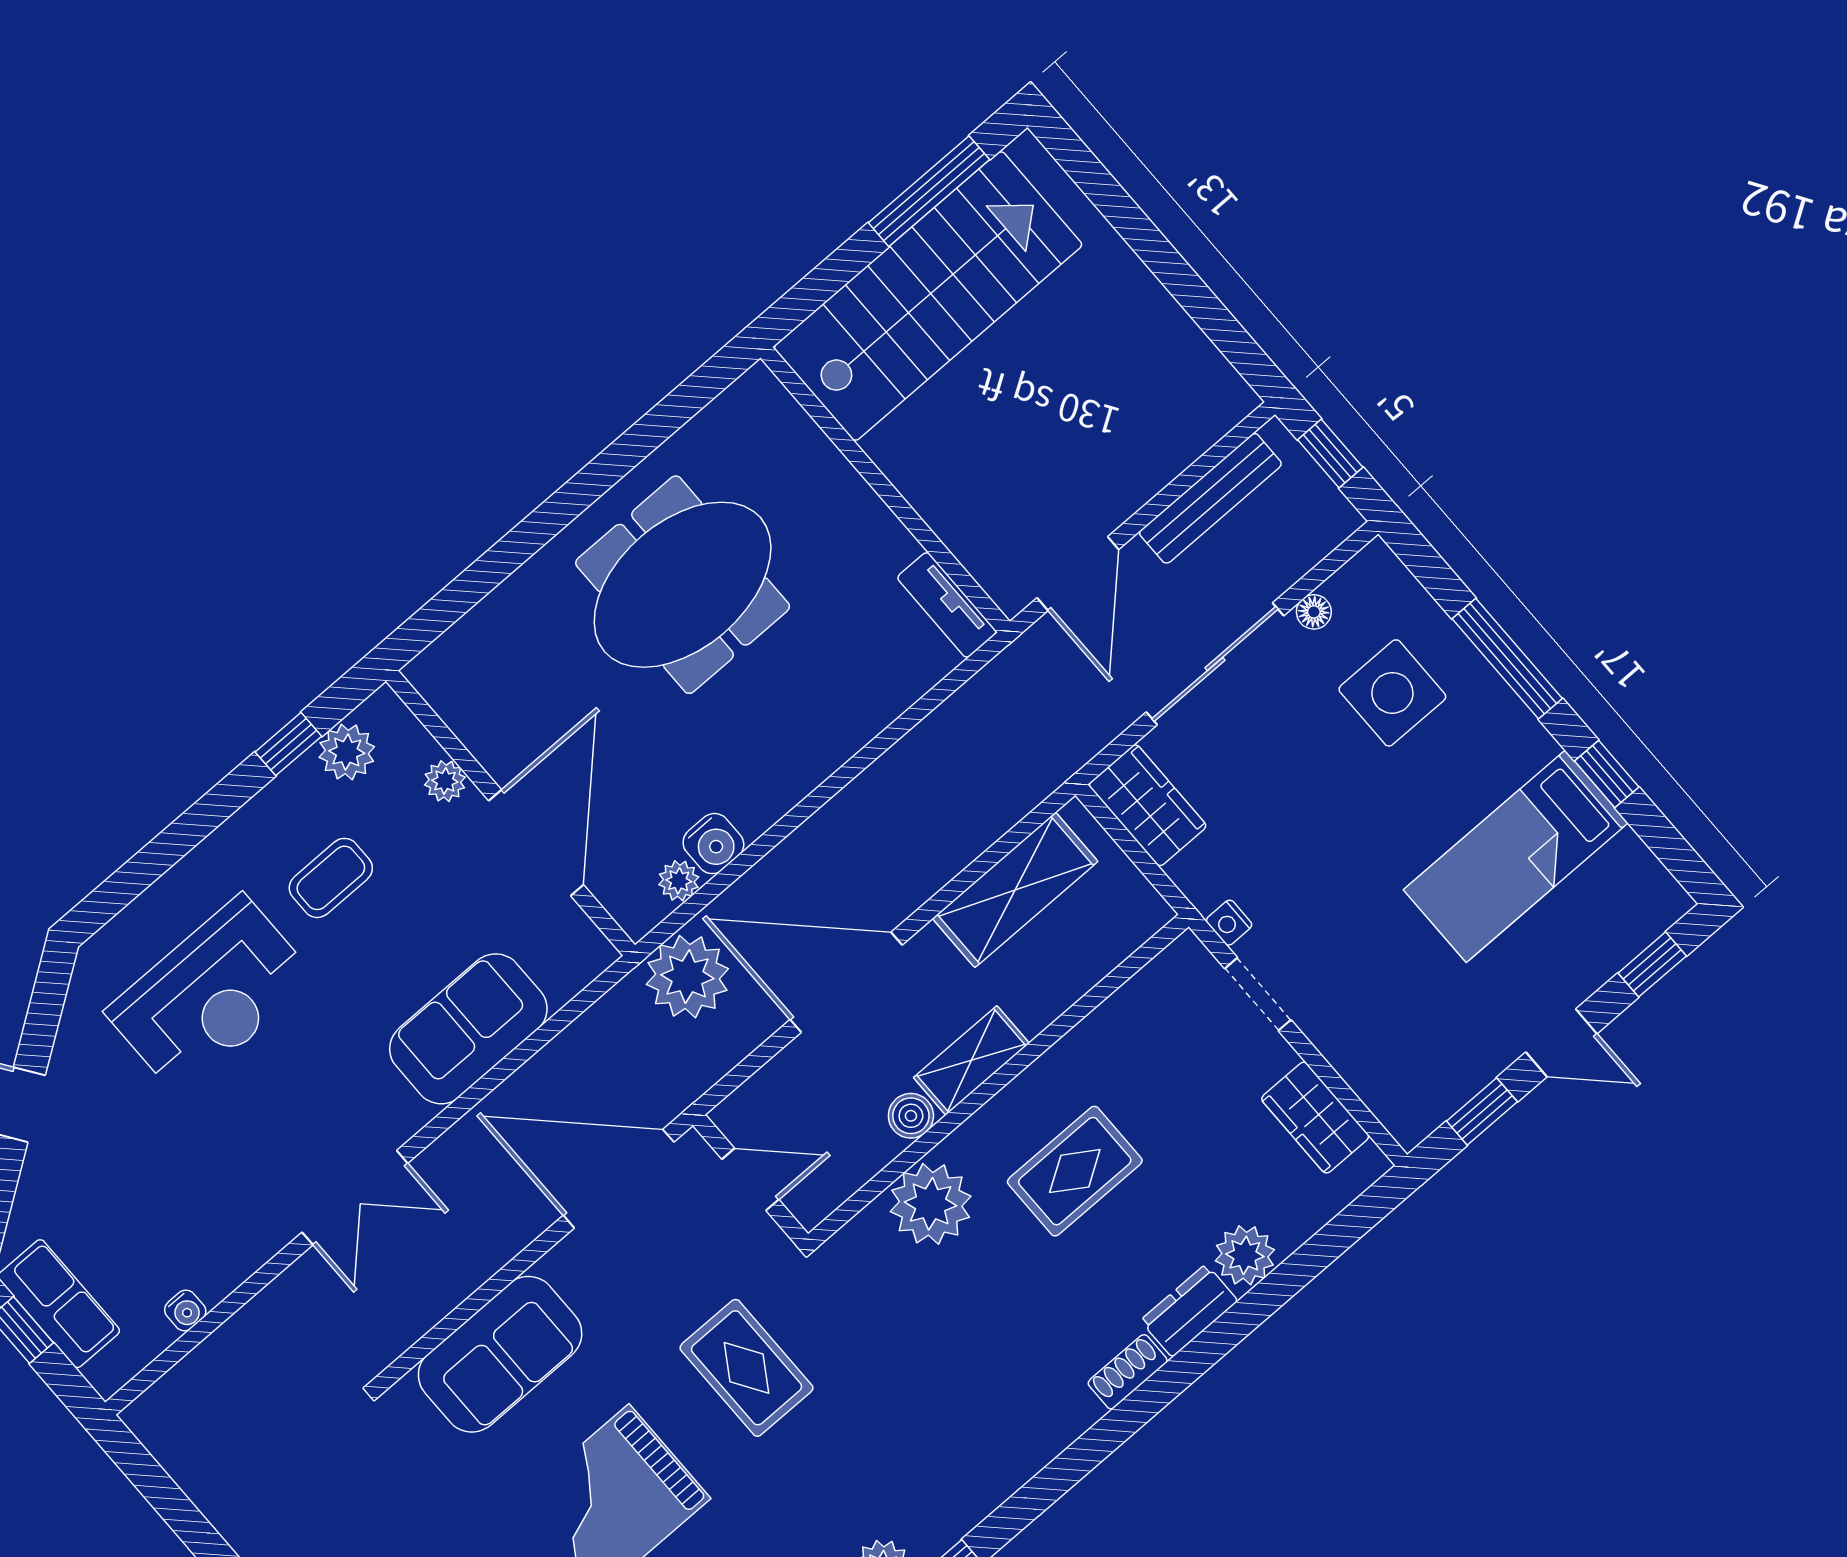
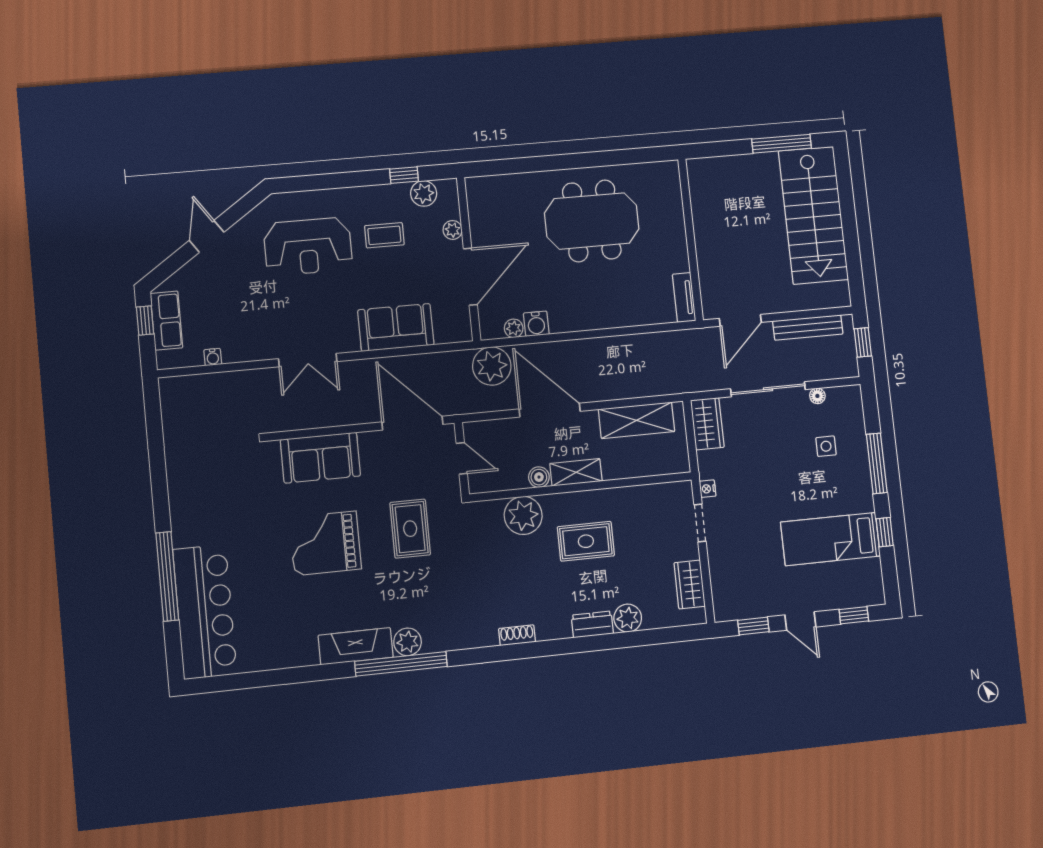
stairs: (928, 296) -> (813, 215), moved, turned 90
side table: (1392, 693) -> (826, 446), width x0.54, depth x0.54
shoe rack: (1128, 1372) -> (517, 635), moved

